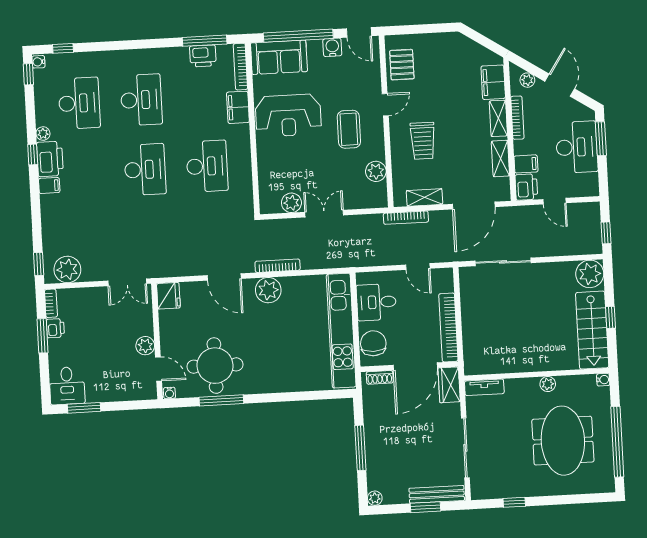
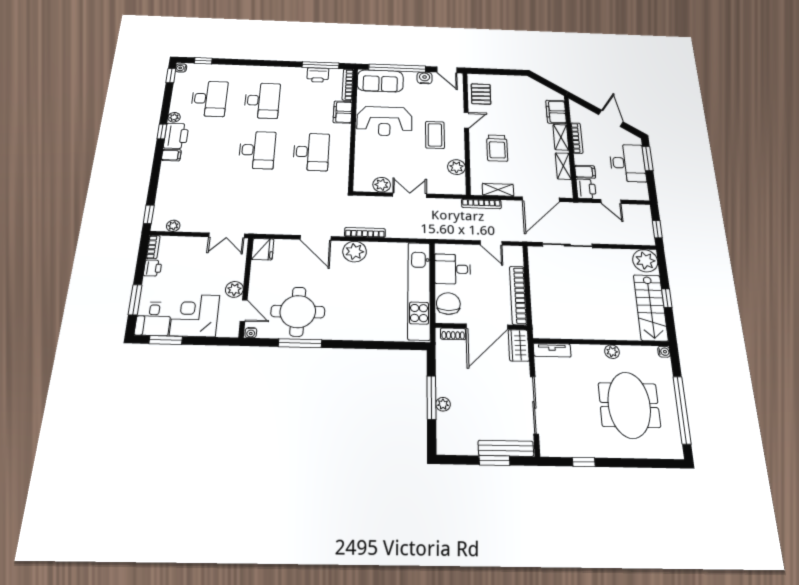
plant: (527, 80) -> (584, 113), removed
plant: (67, 269) -> (173, 226), width x0.53, depth x0.53
window: (43, 336) -> (135, 300), moved
corner desk: (109, 378) -> (195, 315), added
plant: (375, 498) -> (443, 404), moved

